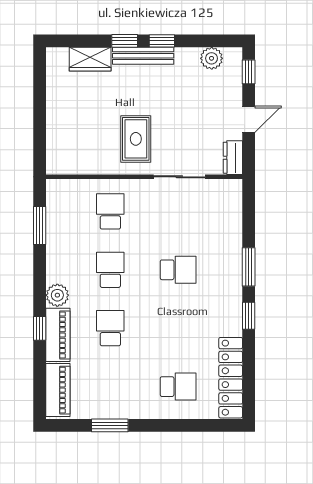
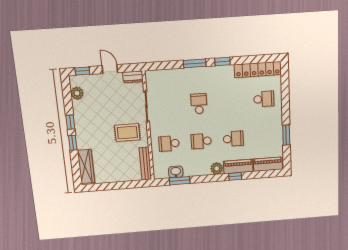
bench: (143, 56) -> (145, 164), moved
wardrobe: (90, 59) -> (86, 166), width x1.50
washbasin: (57, 220) -> (176, 172), added
school desk: (110, 328) -> (233, 139), turned 180
school desk: (178, 387) -> (264, 99), turned 90

